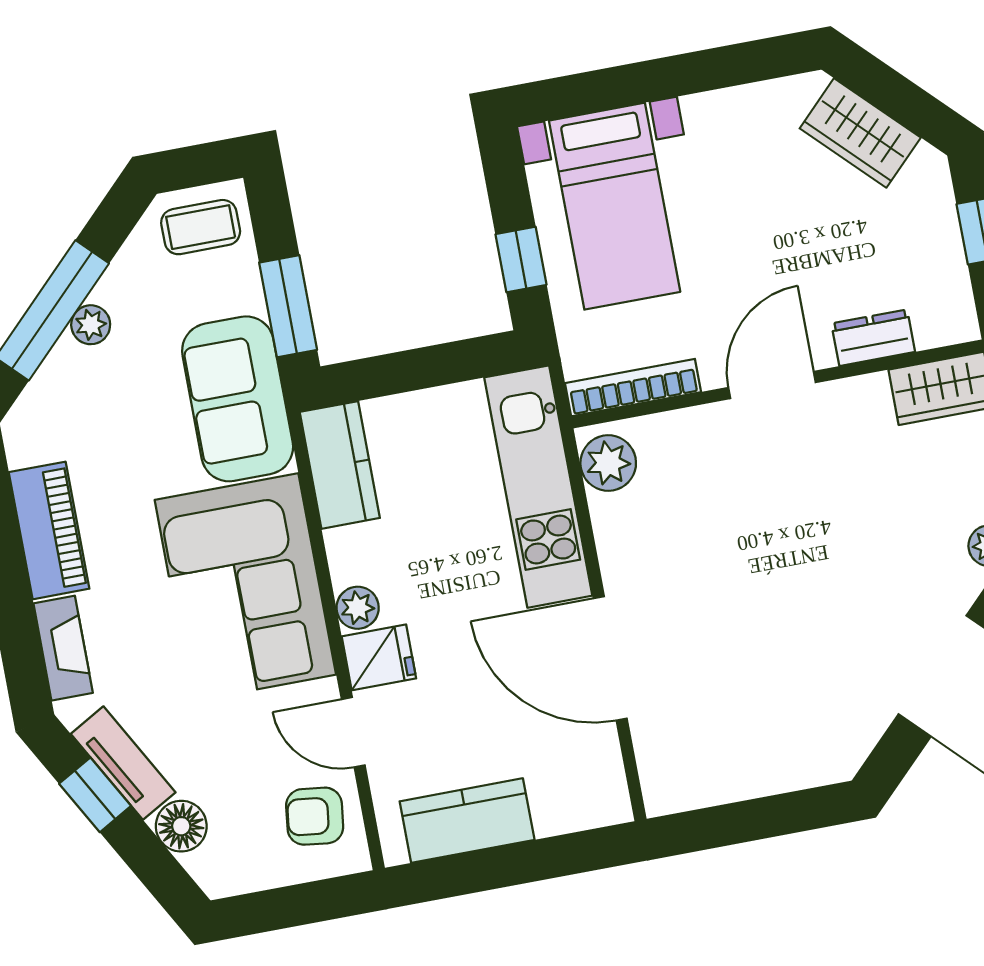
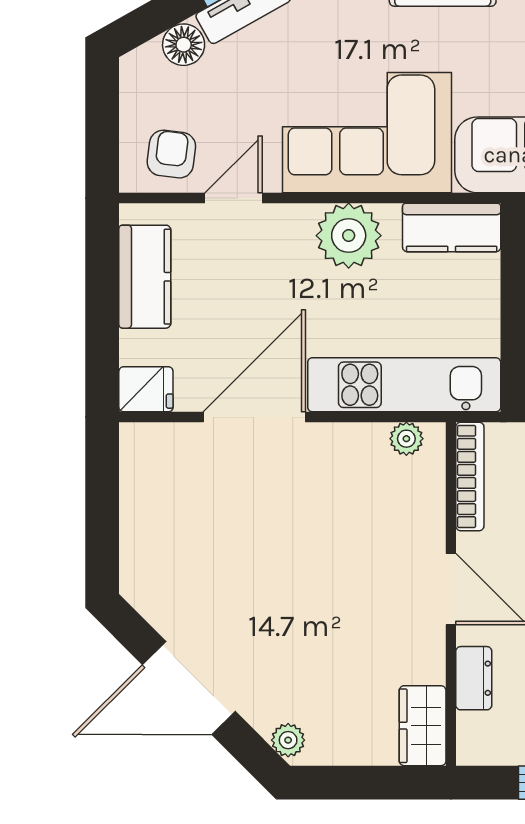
plant: (608, 463) -> (406, 439), width x0.73, depth x0.73
plant: (358, 608) -> (349, 236), width x1.88, depth x1.88
fridge: (379, 657) -> (146, 389), moved, turned -90

